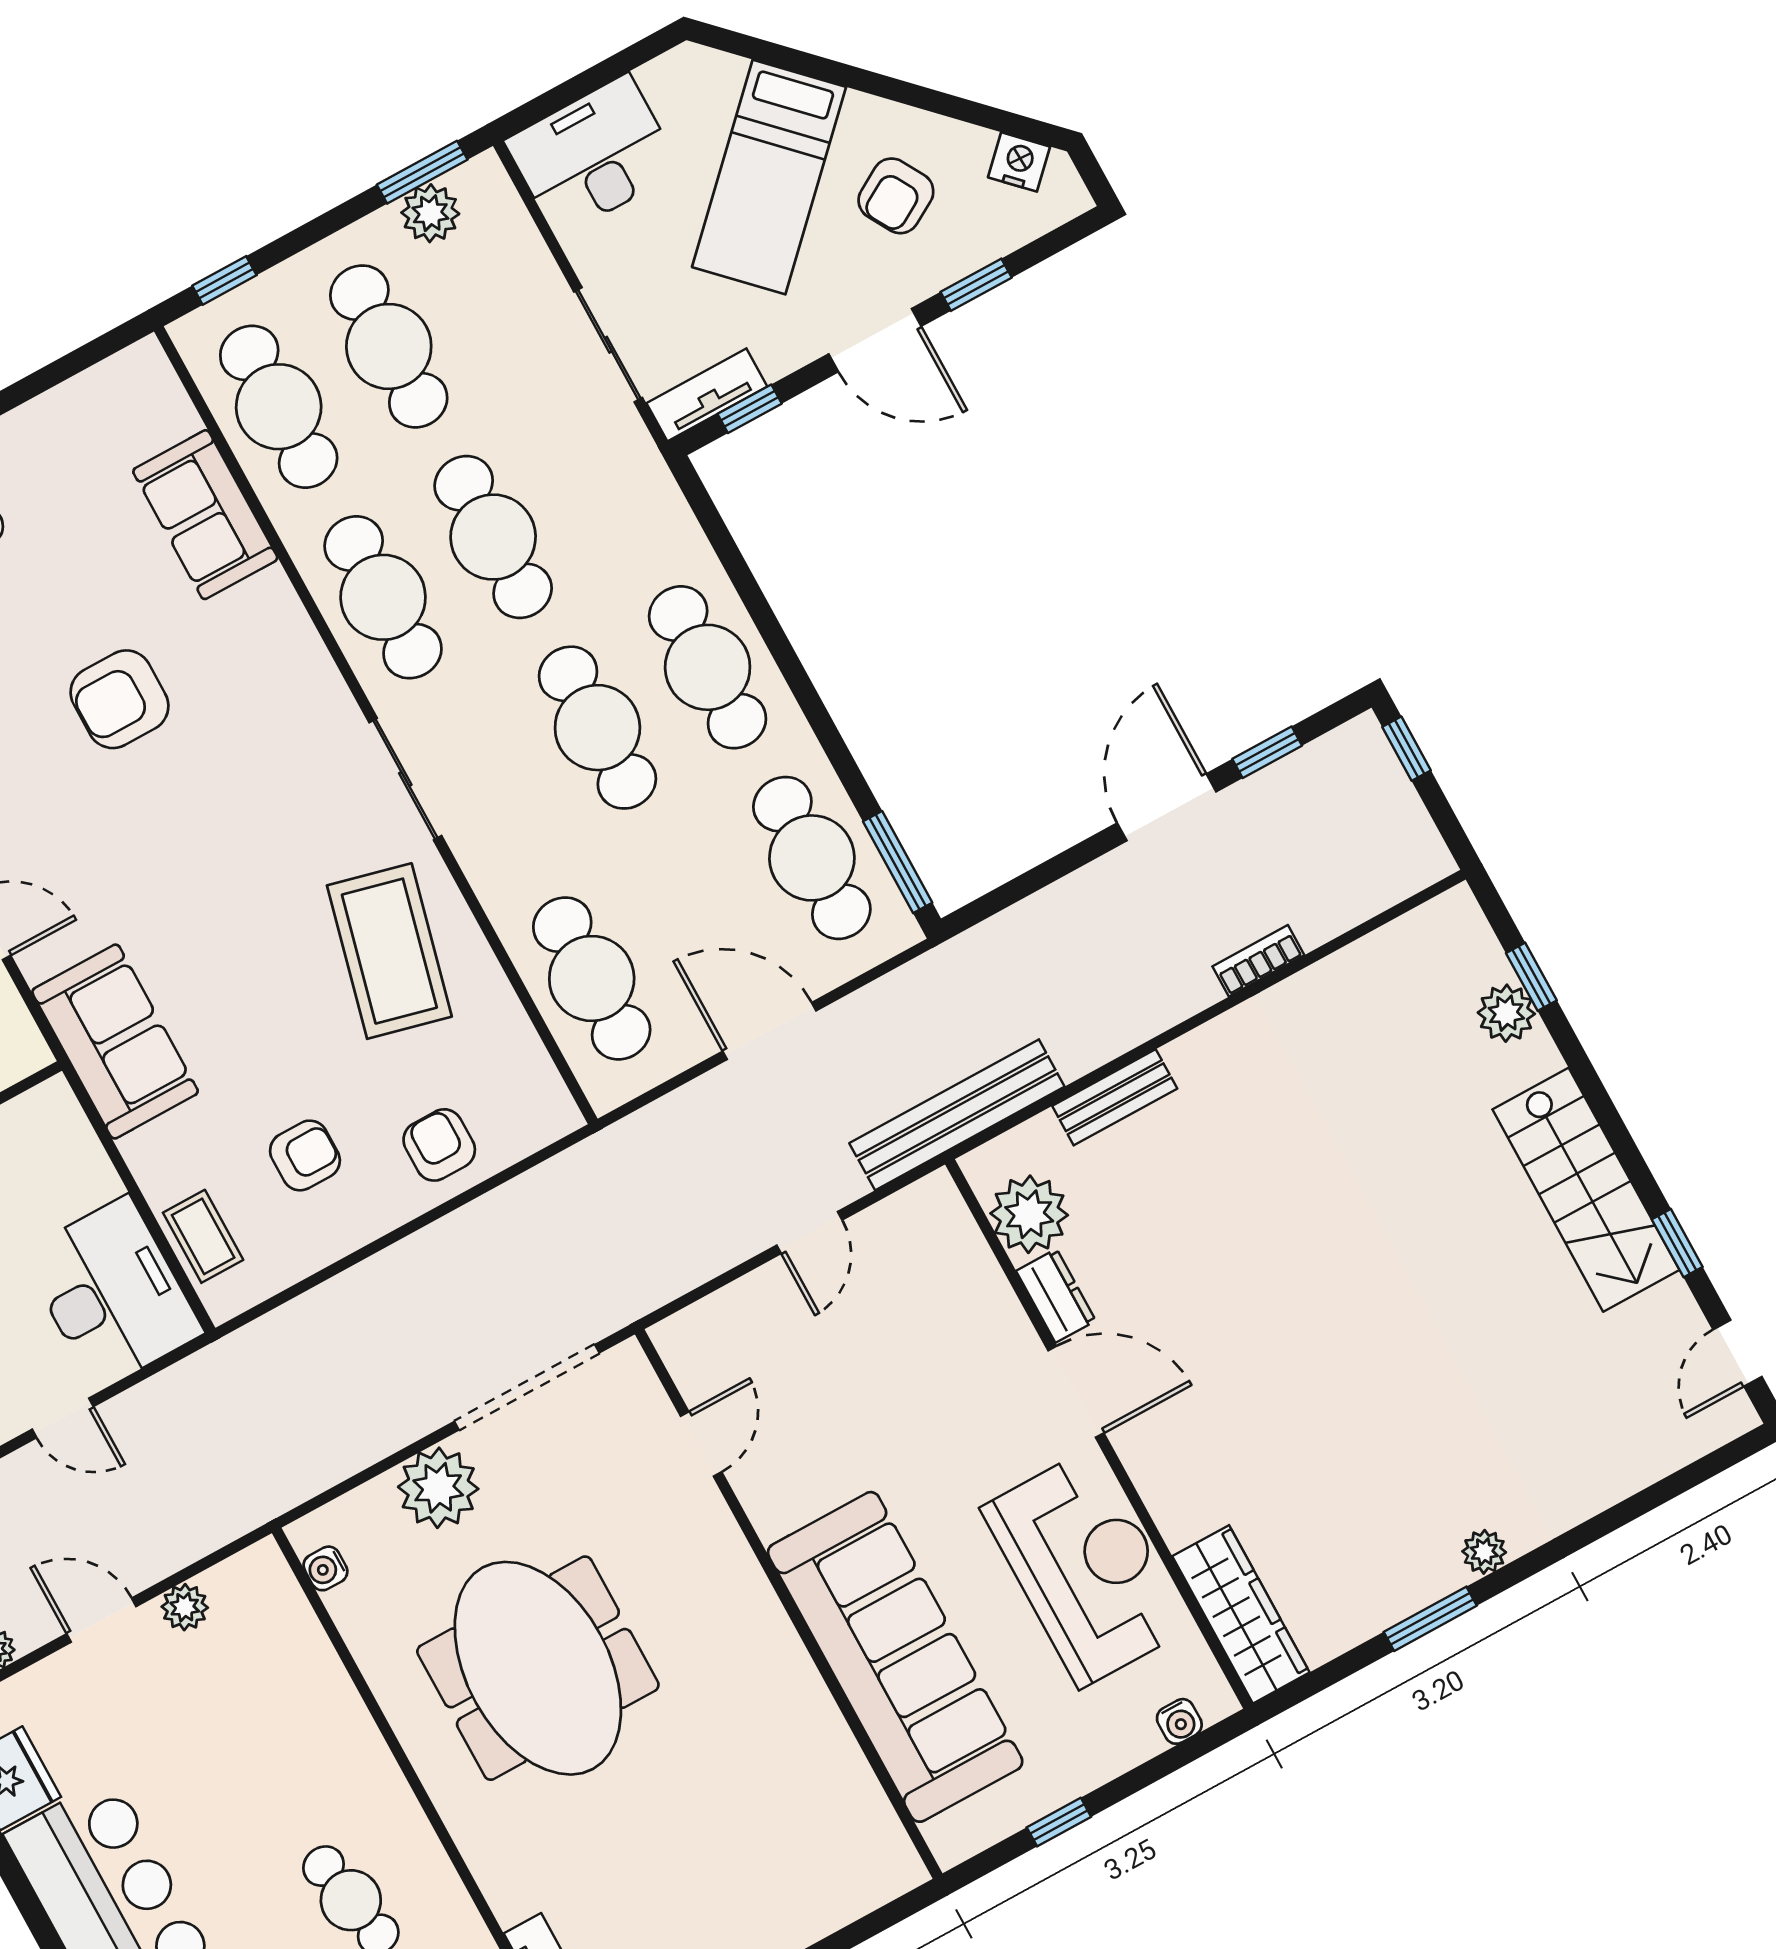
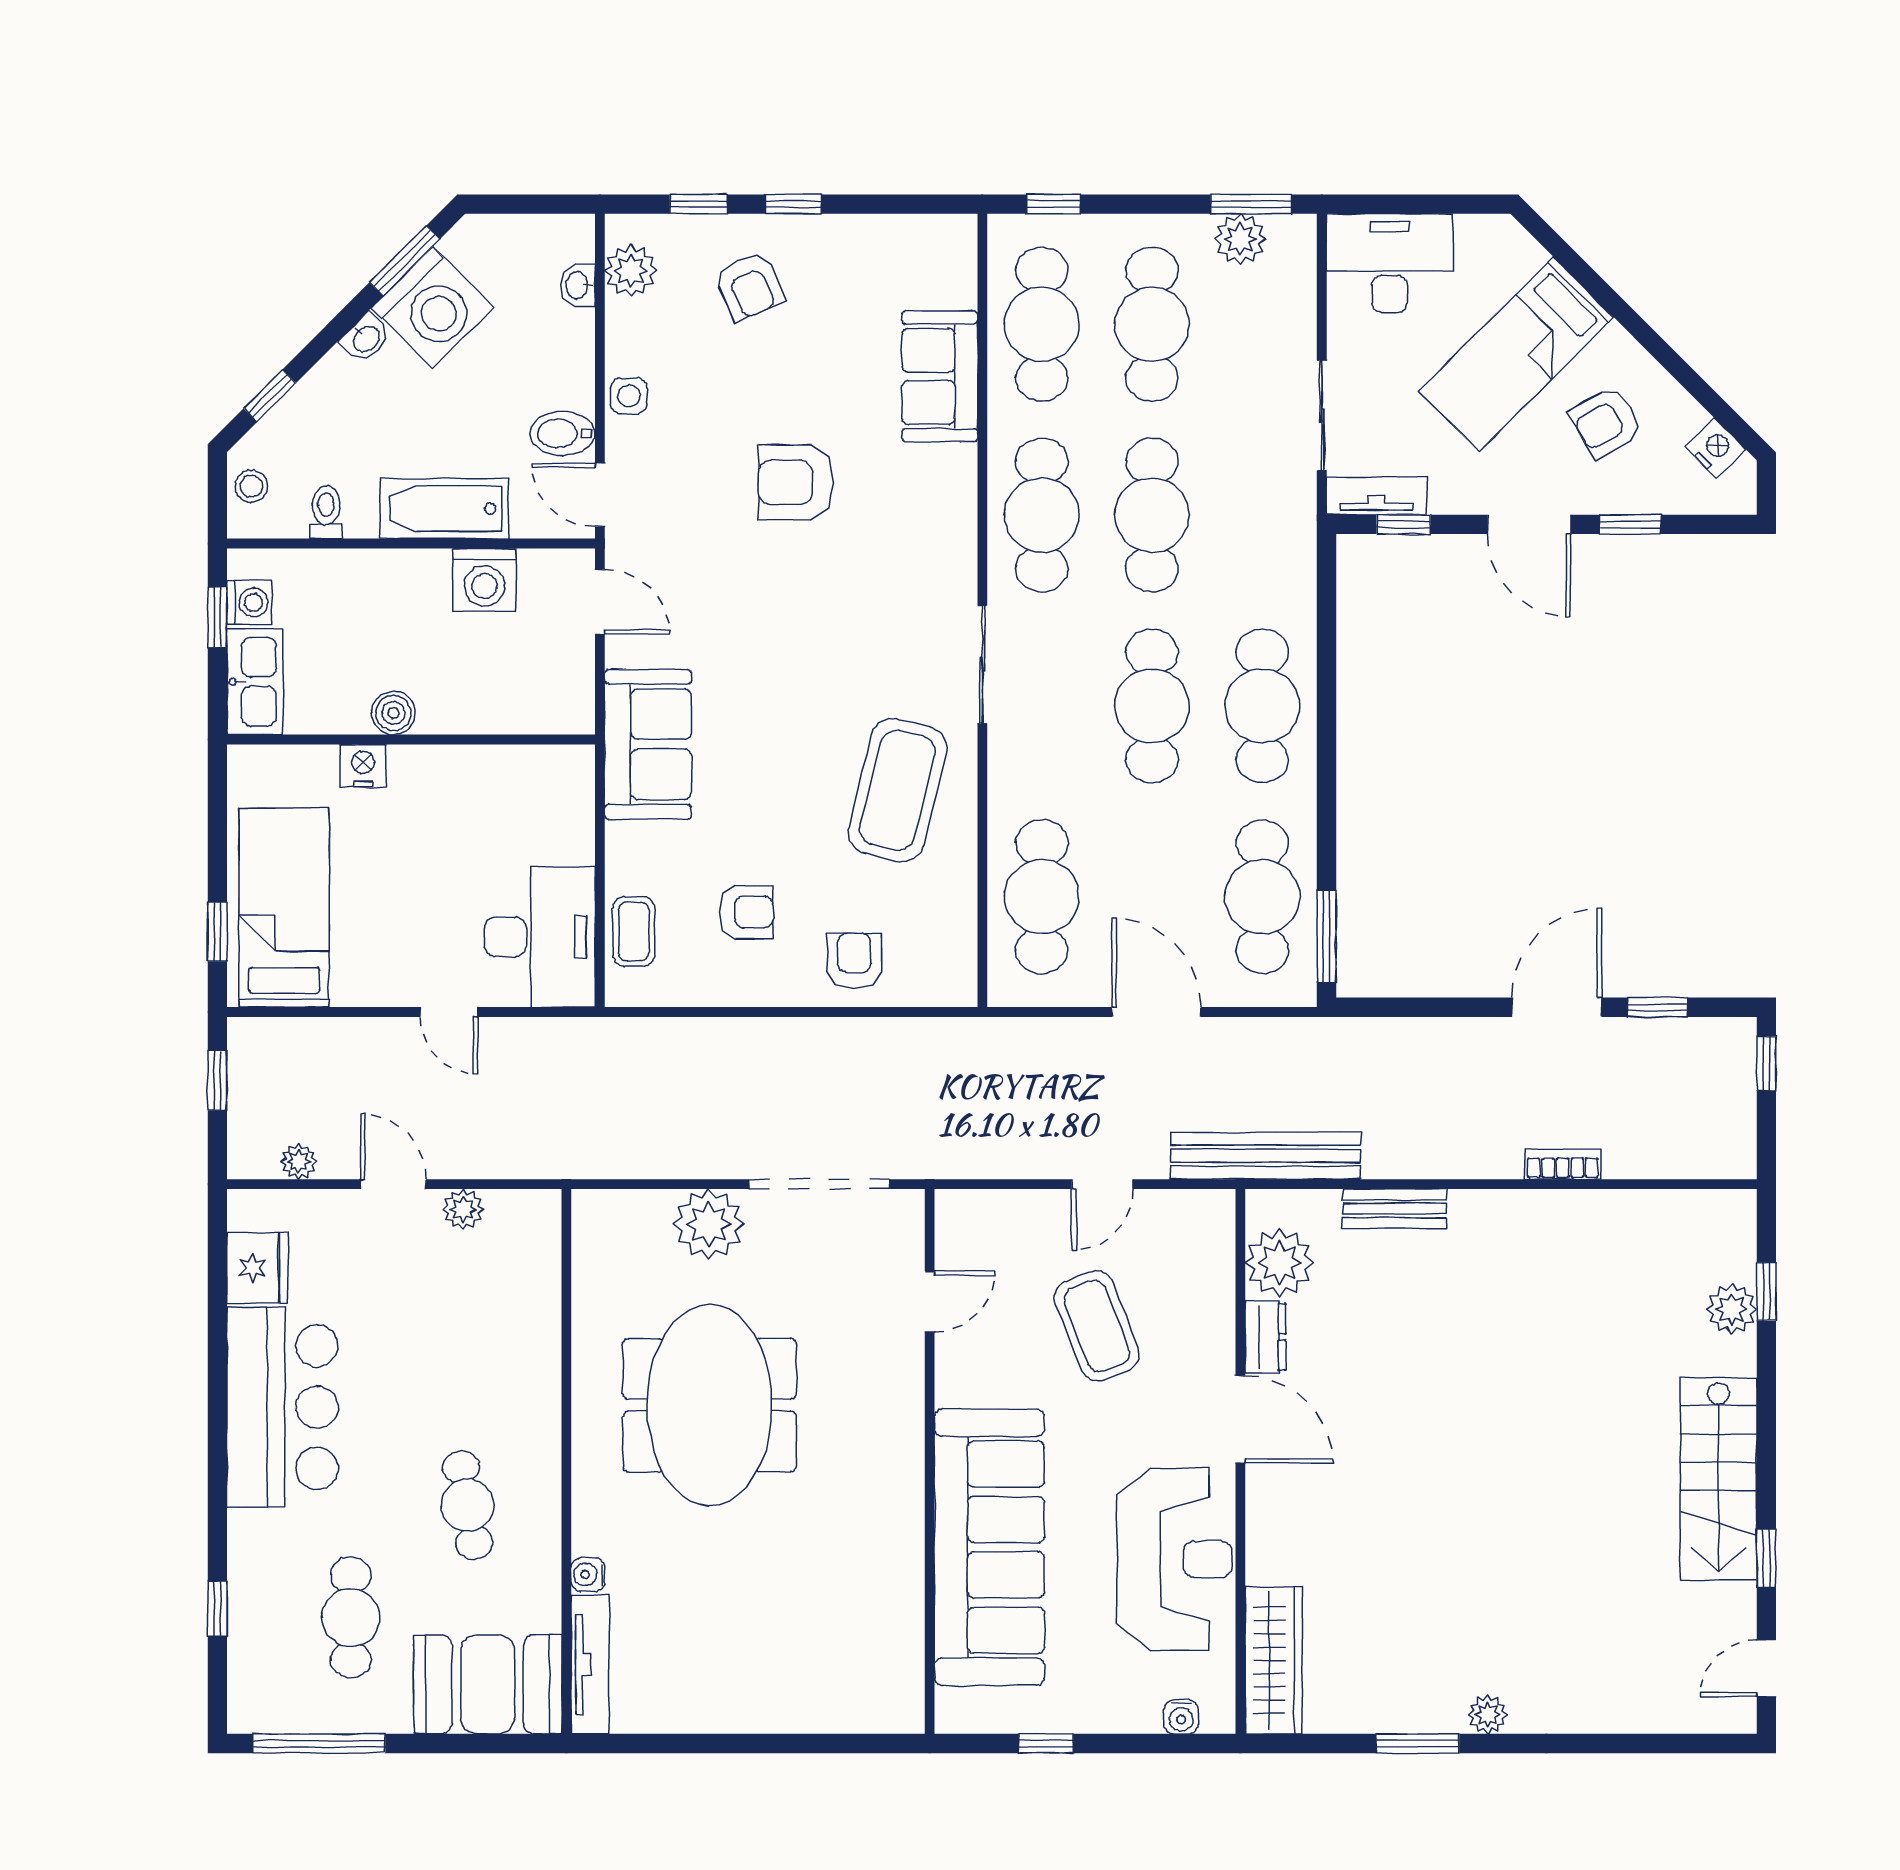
coffee table: (881, 1377) -> (1097, 1326), added
water cooler: (325, 1568) -> (588, 1574), moved

